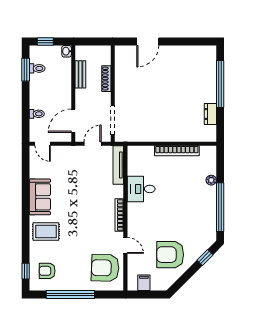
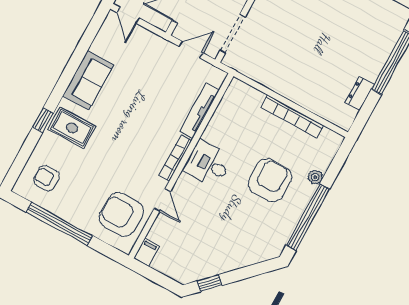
tv unit: (118, 165) -> (199, 111), moved
desk: (141, 189) -> (208, 164), moved
armchair: (170, 255) -> (270, 180), moved, turned 90
window: (205, 258) -> (210, 283), moved
window: (26, 271) -> (43, 120), moved
filing cabinet: (144, 283) -> (147, 252), moved

